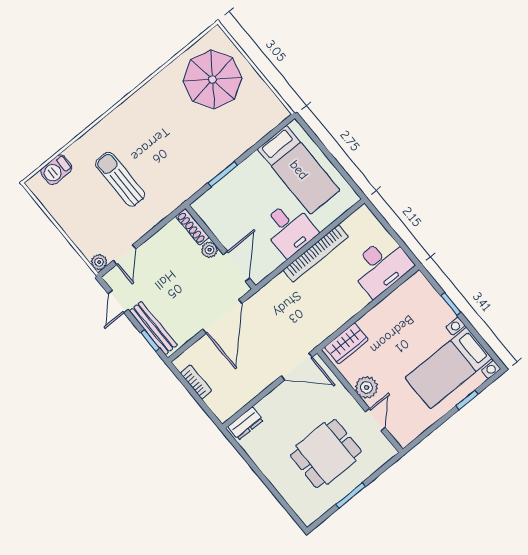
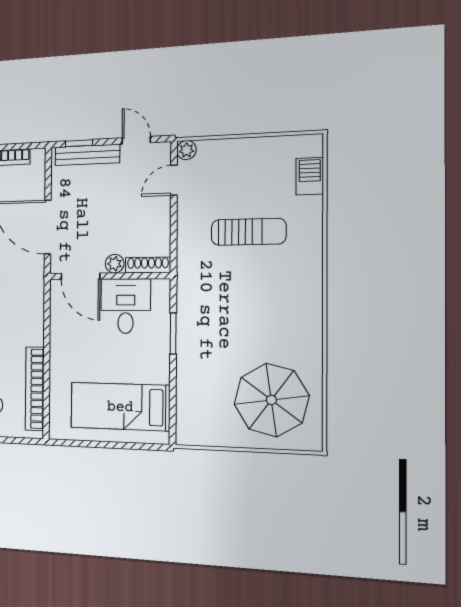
desk: (289, 229) -> (126, 306), moved, turned 90
bookcase: (316, 253) -> (35, 389), moved
door: (125, 255) -> (174, 180), hinge flipped

